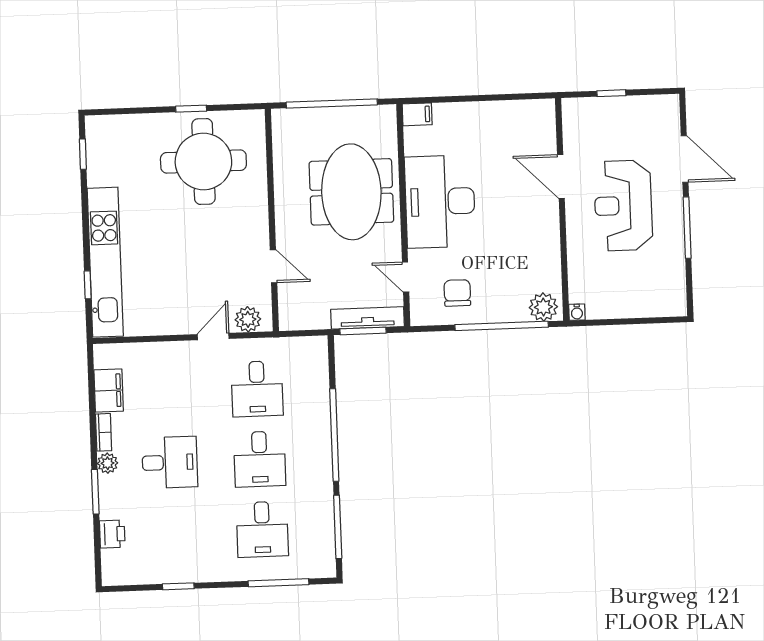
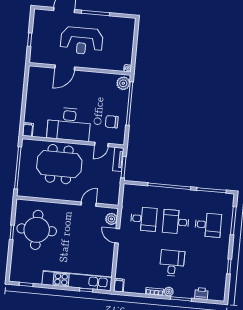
tv unit: (368, 318) -> (118, 159), width x0.71
filing cabinet: (109, 390) -> (119, 285), moved, width x0.50
desk: (260, 459) -> (176, 222), turned 180

